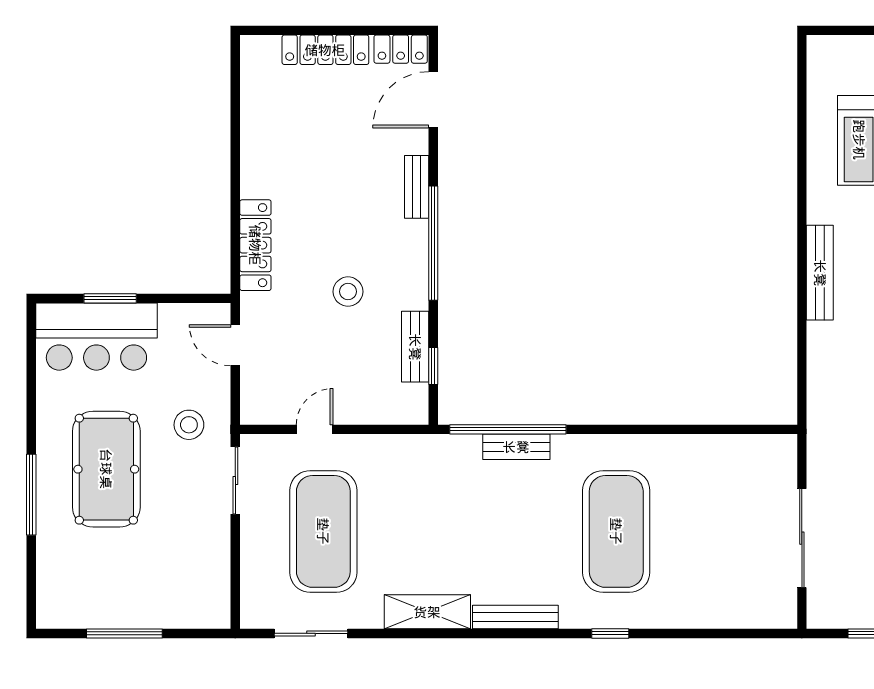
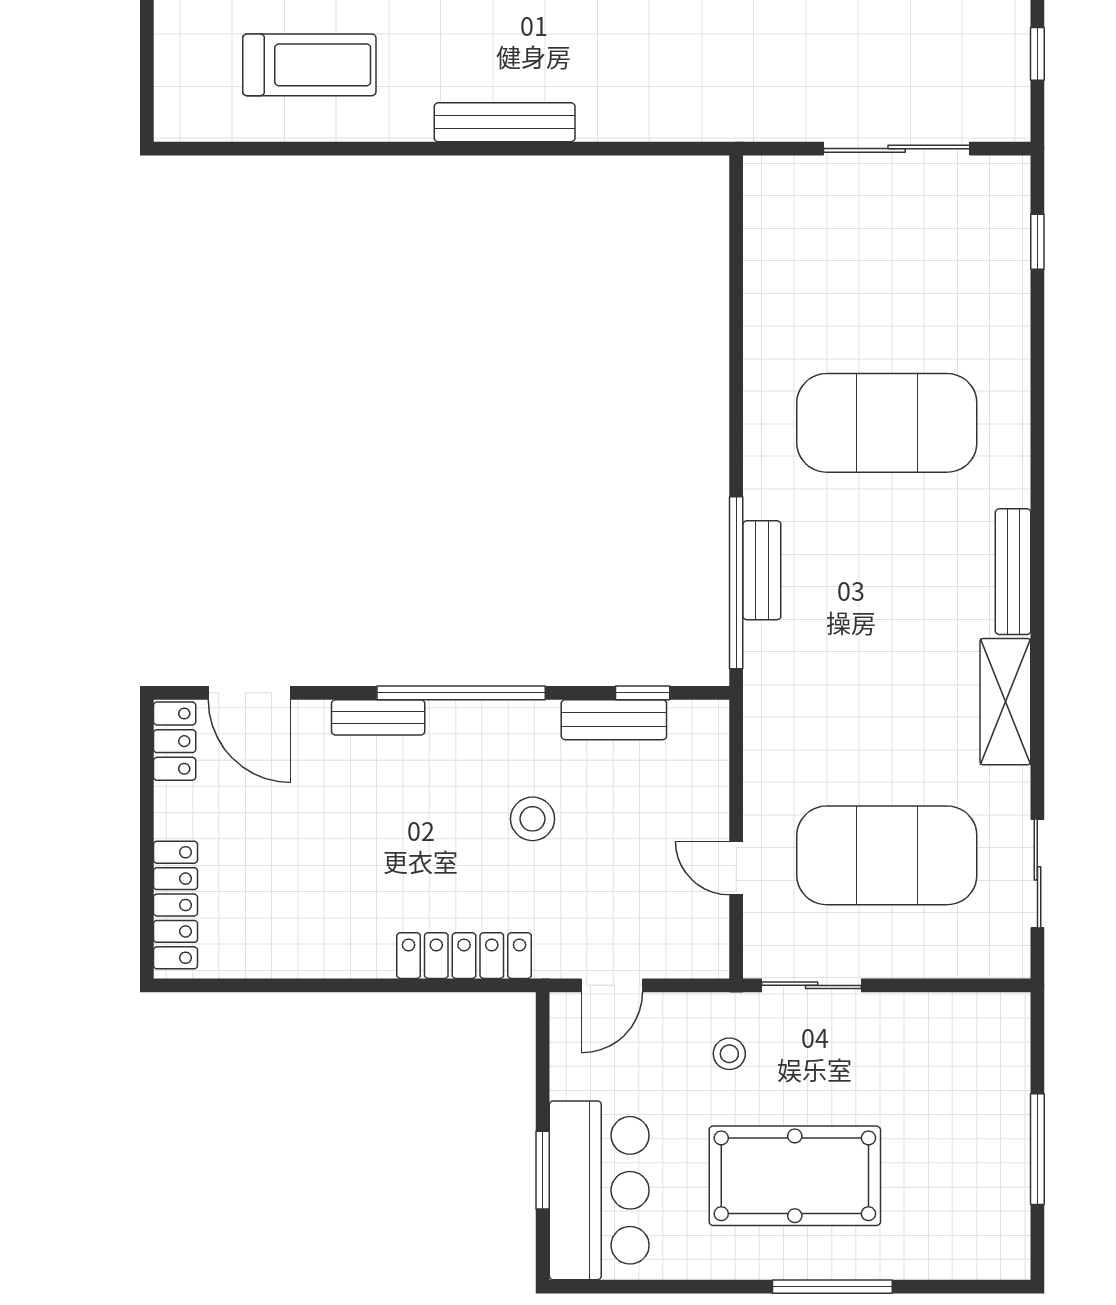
locker: (325, 50) -> (175, 905), moved
stool: (189, 425) -> (729, 1054), width x0.73, depth x0.73
window: (610, 633) -> (1037, 242), moved

